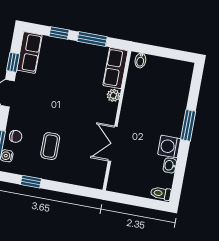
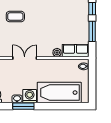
bathtub: (172, 103) -> (59, 93), added
window: (188, 125) -> (23, 106), moved

